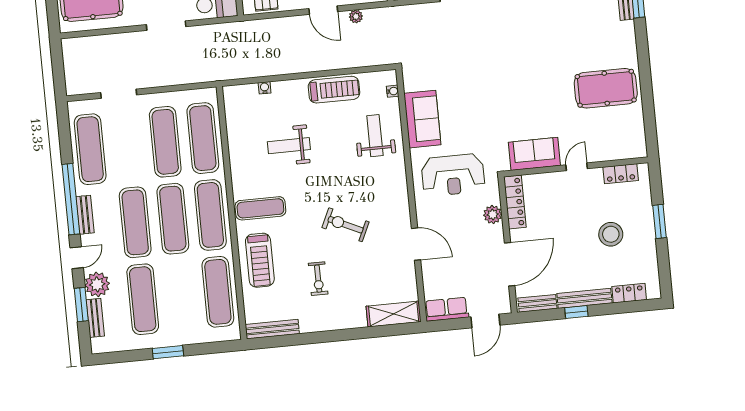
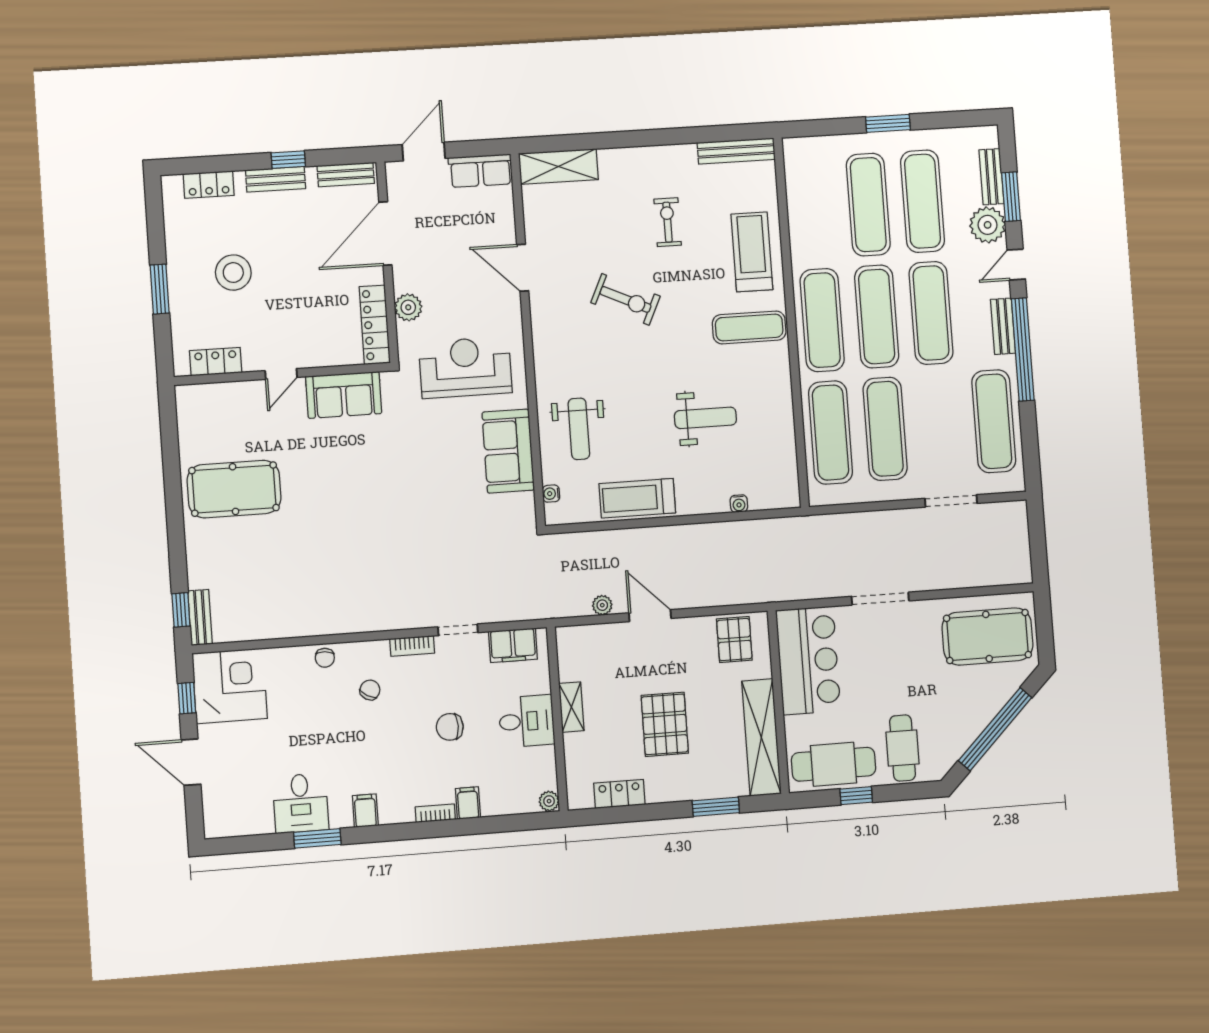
exercise mat: (218, 292) -> (868, 205), moved
bench: (584, 298) -> (276, 179), width x0.73

